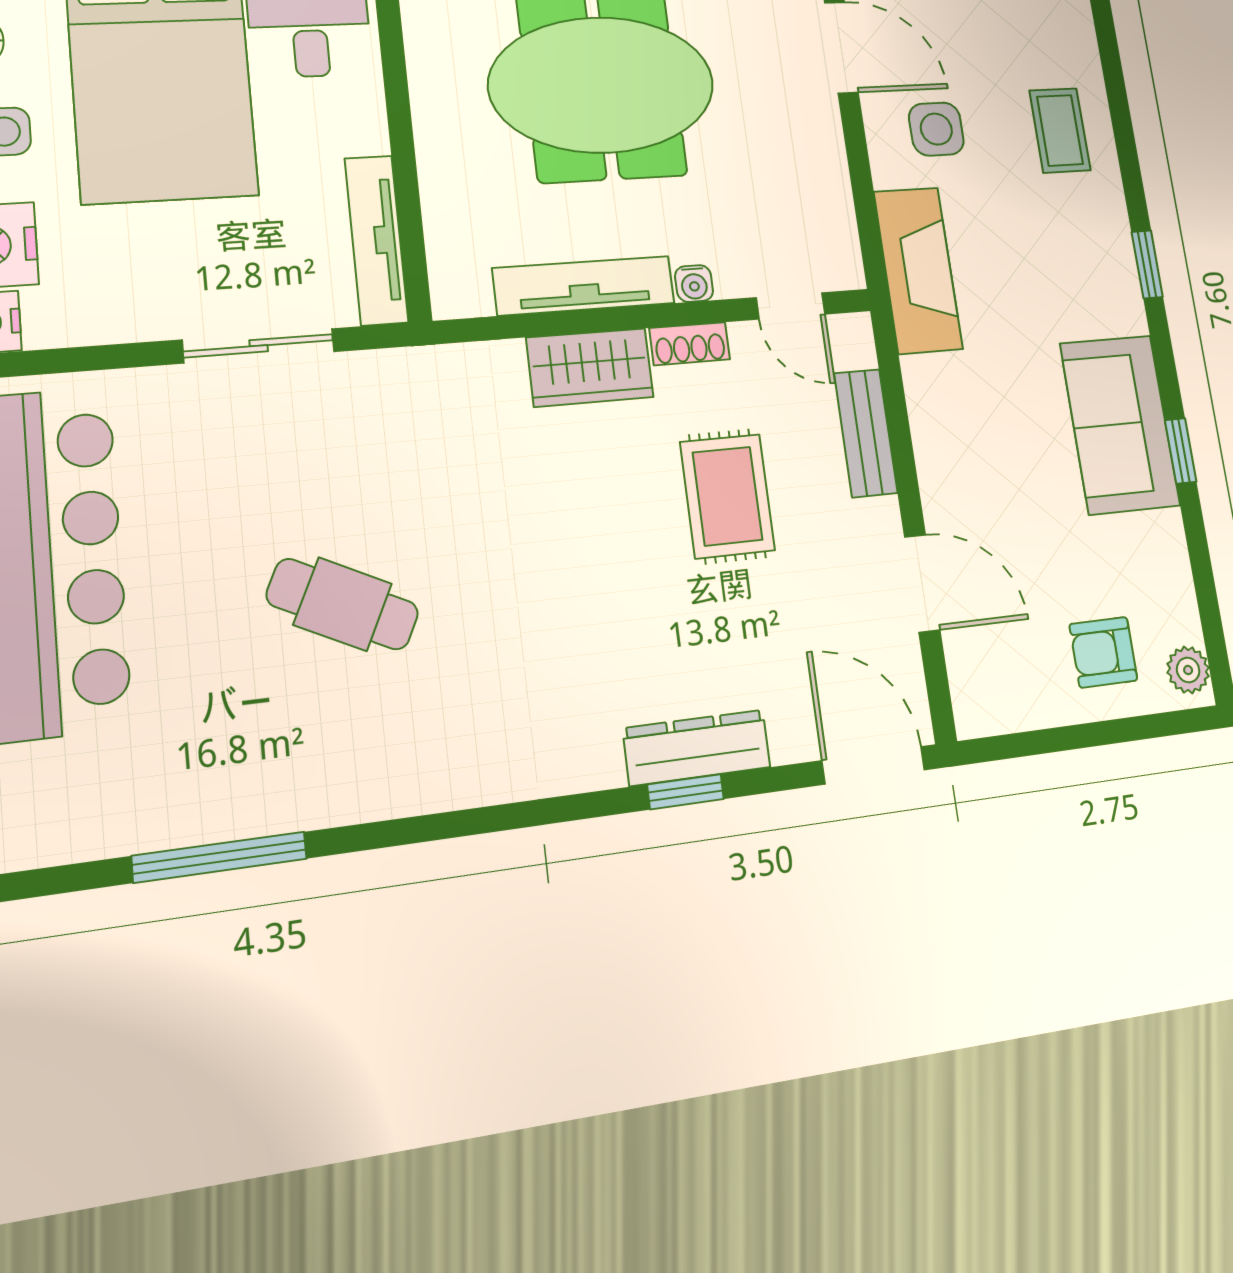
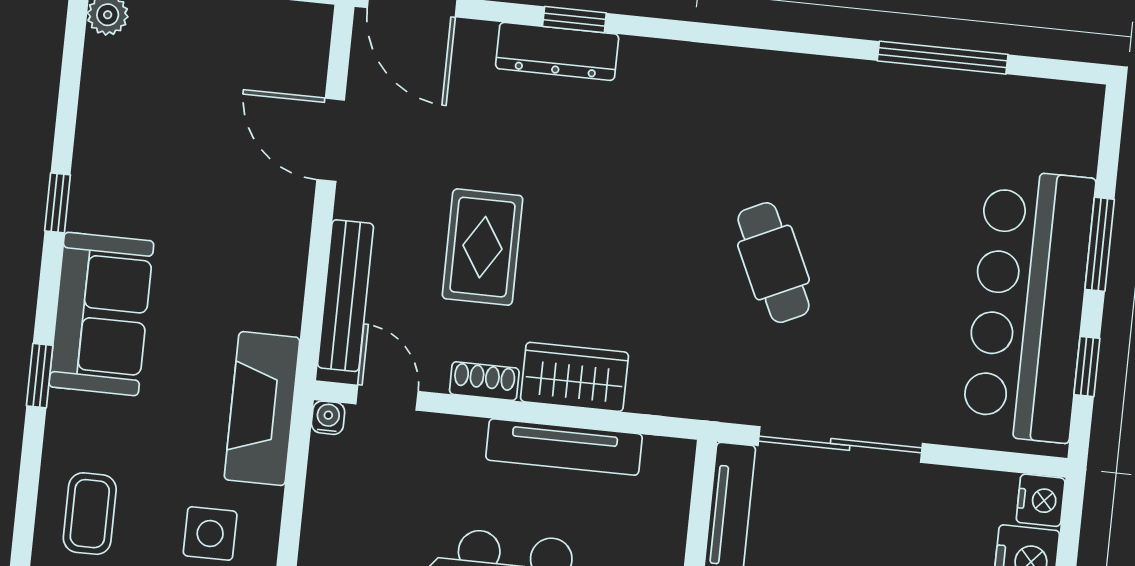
water cooler: (694, 284) -> (328, 418), moved
sliding door: (259, 346) -> (840, 444), width x1.37
sofa: (1120, 424) -> (101, 314), moved
bench: (866, 433) -> (346, 296), width x1.36
cafe table: (343, 604) -> (774, 263), moved, turned 39
armchair: (1103, 652) -> (182, 47), removed

